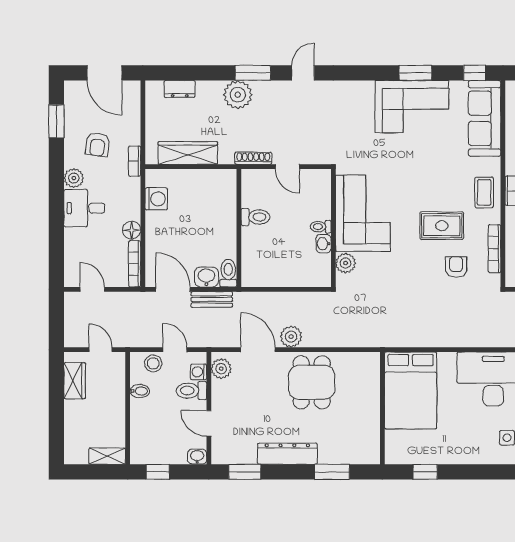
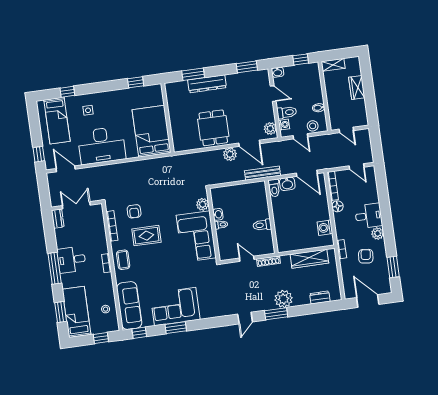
bench: (212, 299) -> (263, 173), moved, width x1.36
wardrobe: (75, 381) -> (357, 88), moved
dresser: (287, 454) -> (207, 84), moved

